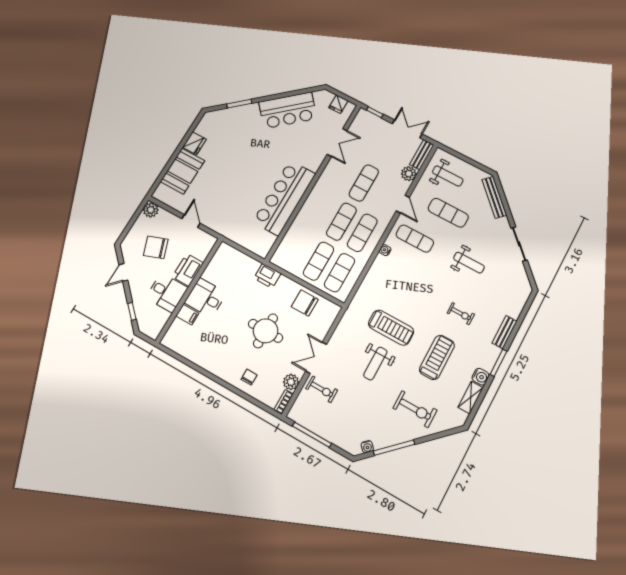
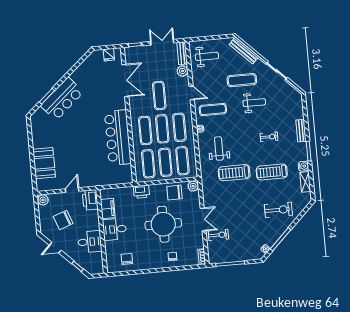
bar counter: (288, 110) -> (62, 99), moved
fridge: (194, 143) -> (38, 141), removed
double door: (337, 143) -> (125, 81), width x1.37
exercise mat: (321, 210) -> (145, 130), added
exercise mat: (448, 213) -> (242, 80), moved
door: (191, 221) -> (72, 190), hinge flipped
exercise mat: (298, 250) -> (148, 164), added
printer: (188, 270) -> (90, 200), moved
door: (123, 272) -> (55, 248), hinge flipped
filing cabinet: (187, 315) -> (108, 209), moved, width x2.00
treadmill: (391, 328) -> (234, 173), turned 180
round table: (266, 331) -> (163, 224), width x1.36, depth x1.36
chair: (194, 342) -> (127, 259), added
treadmill: (437, 357) -> (272, 172), turned -90
double door: (316, 358) -> (203, 219), swing flipped
weight bench: (375, 364) -> (219, 149), moved, turned 180
plant: (291, 382) -> (193, 186), moved

